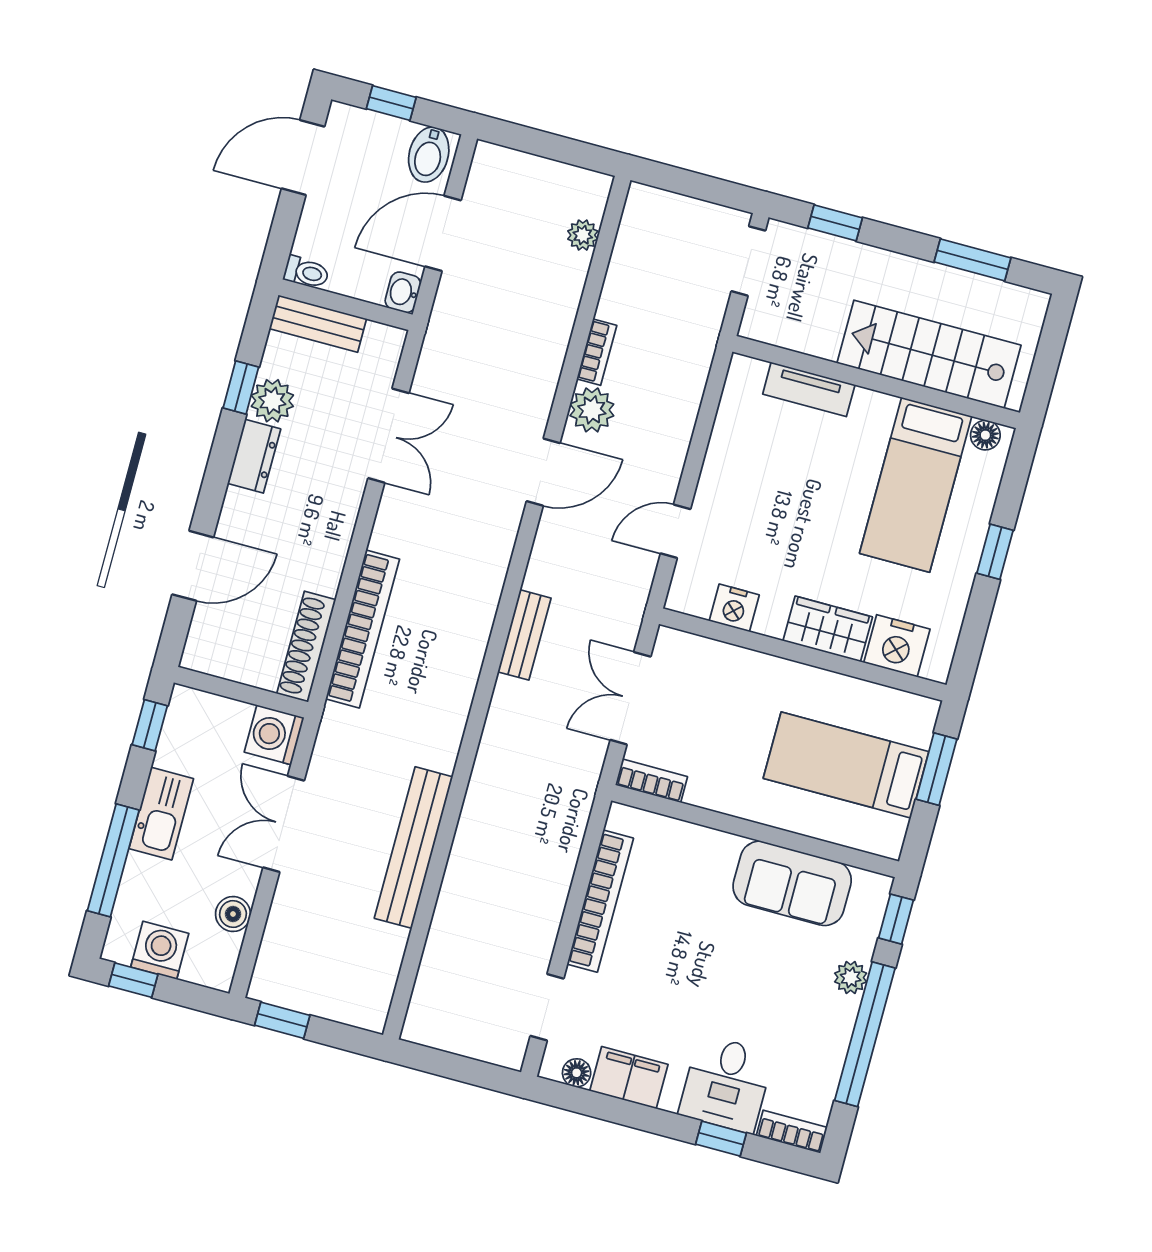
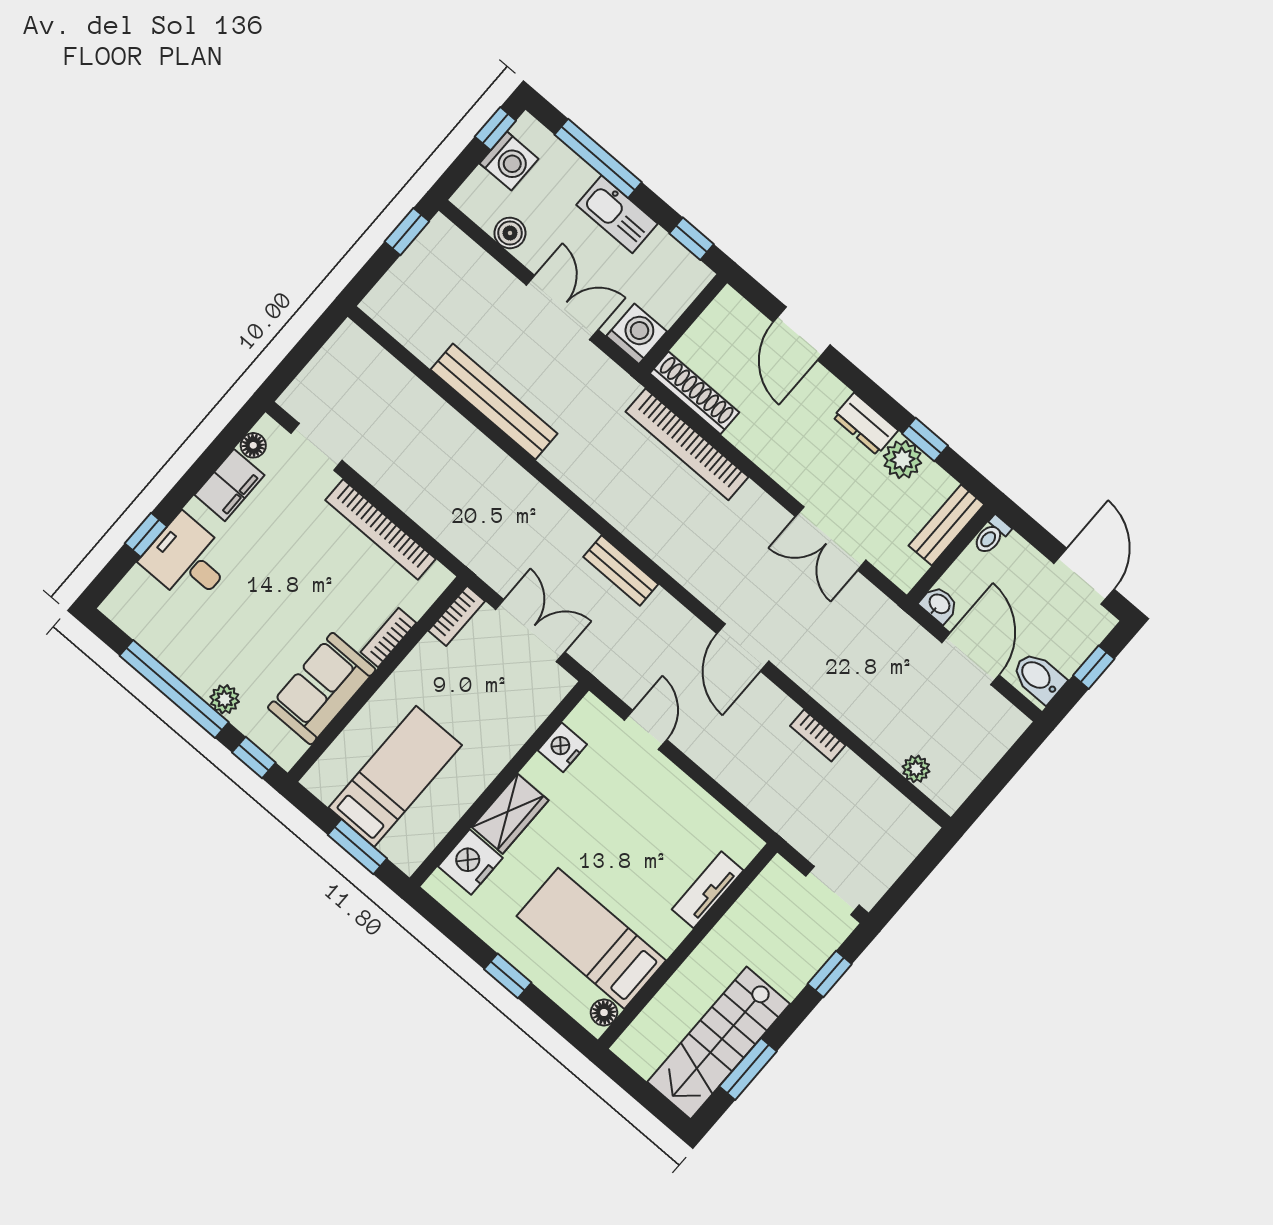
stairs: (929, 354) -> (719, 1043), moved, turned 180
plant: (592, 410) -> (774, 710), removed
bookcase: (792, 1132) -> (388, 637), moved, turned 180

